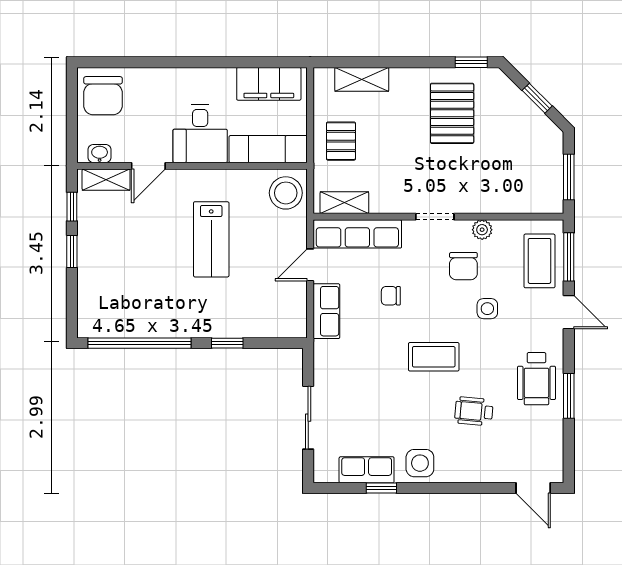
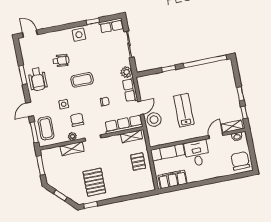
shelving: (362, 79) -> (72, 149), moved
stool: (286, 193) -> (154, 120), moved
door: (569, 312) -> (30, 109), hinge flipped
plant: (327, 354) -> (126, 72), added
wheelchair: (536, 379) -> (38, 79), turned 180
row of seats: (367, 470) -> (111, 25), moved

